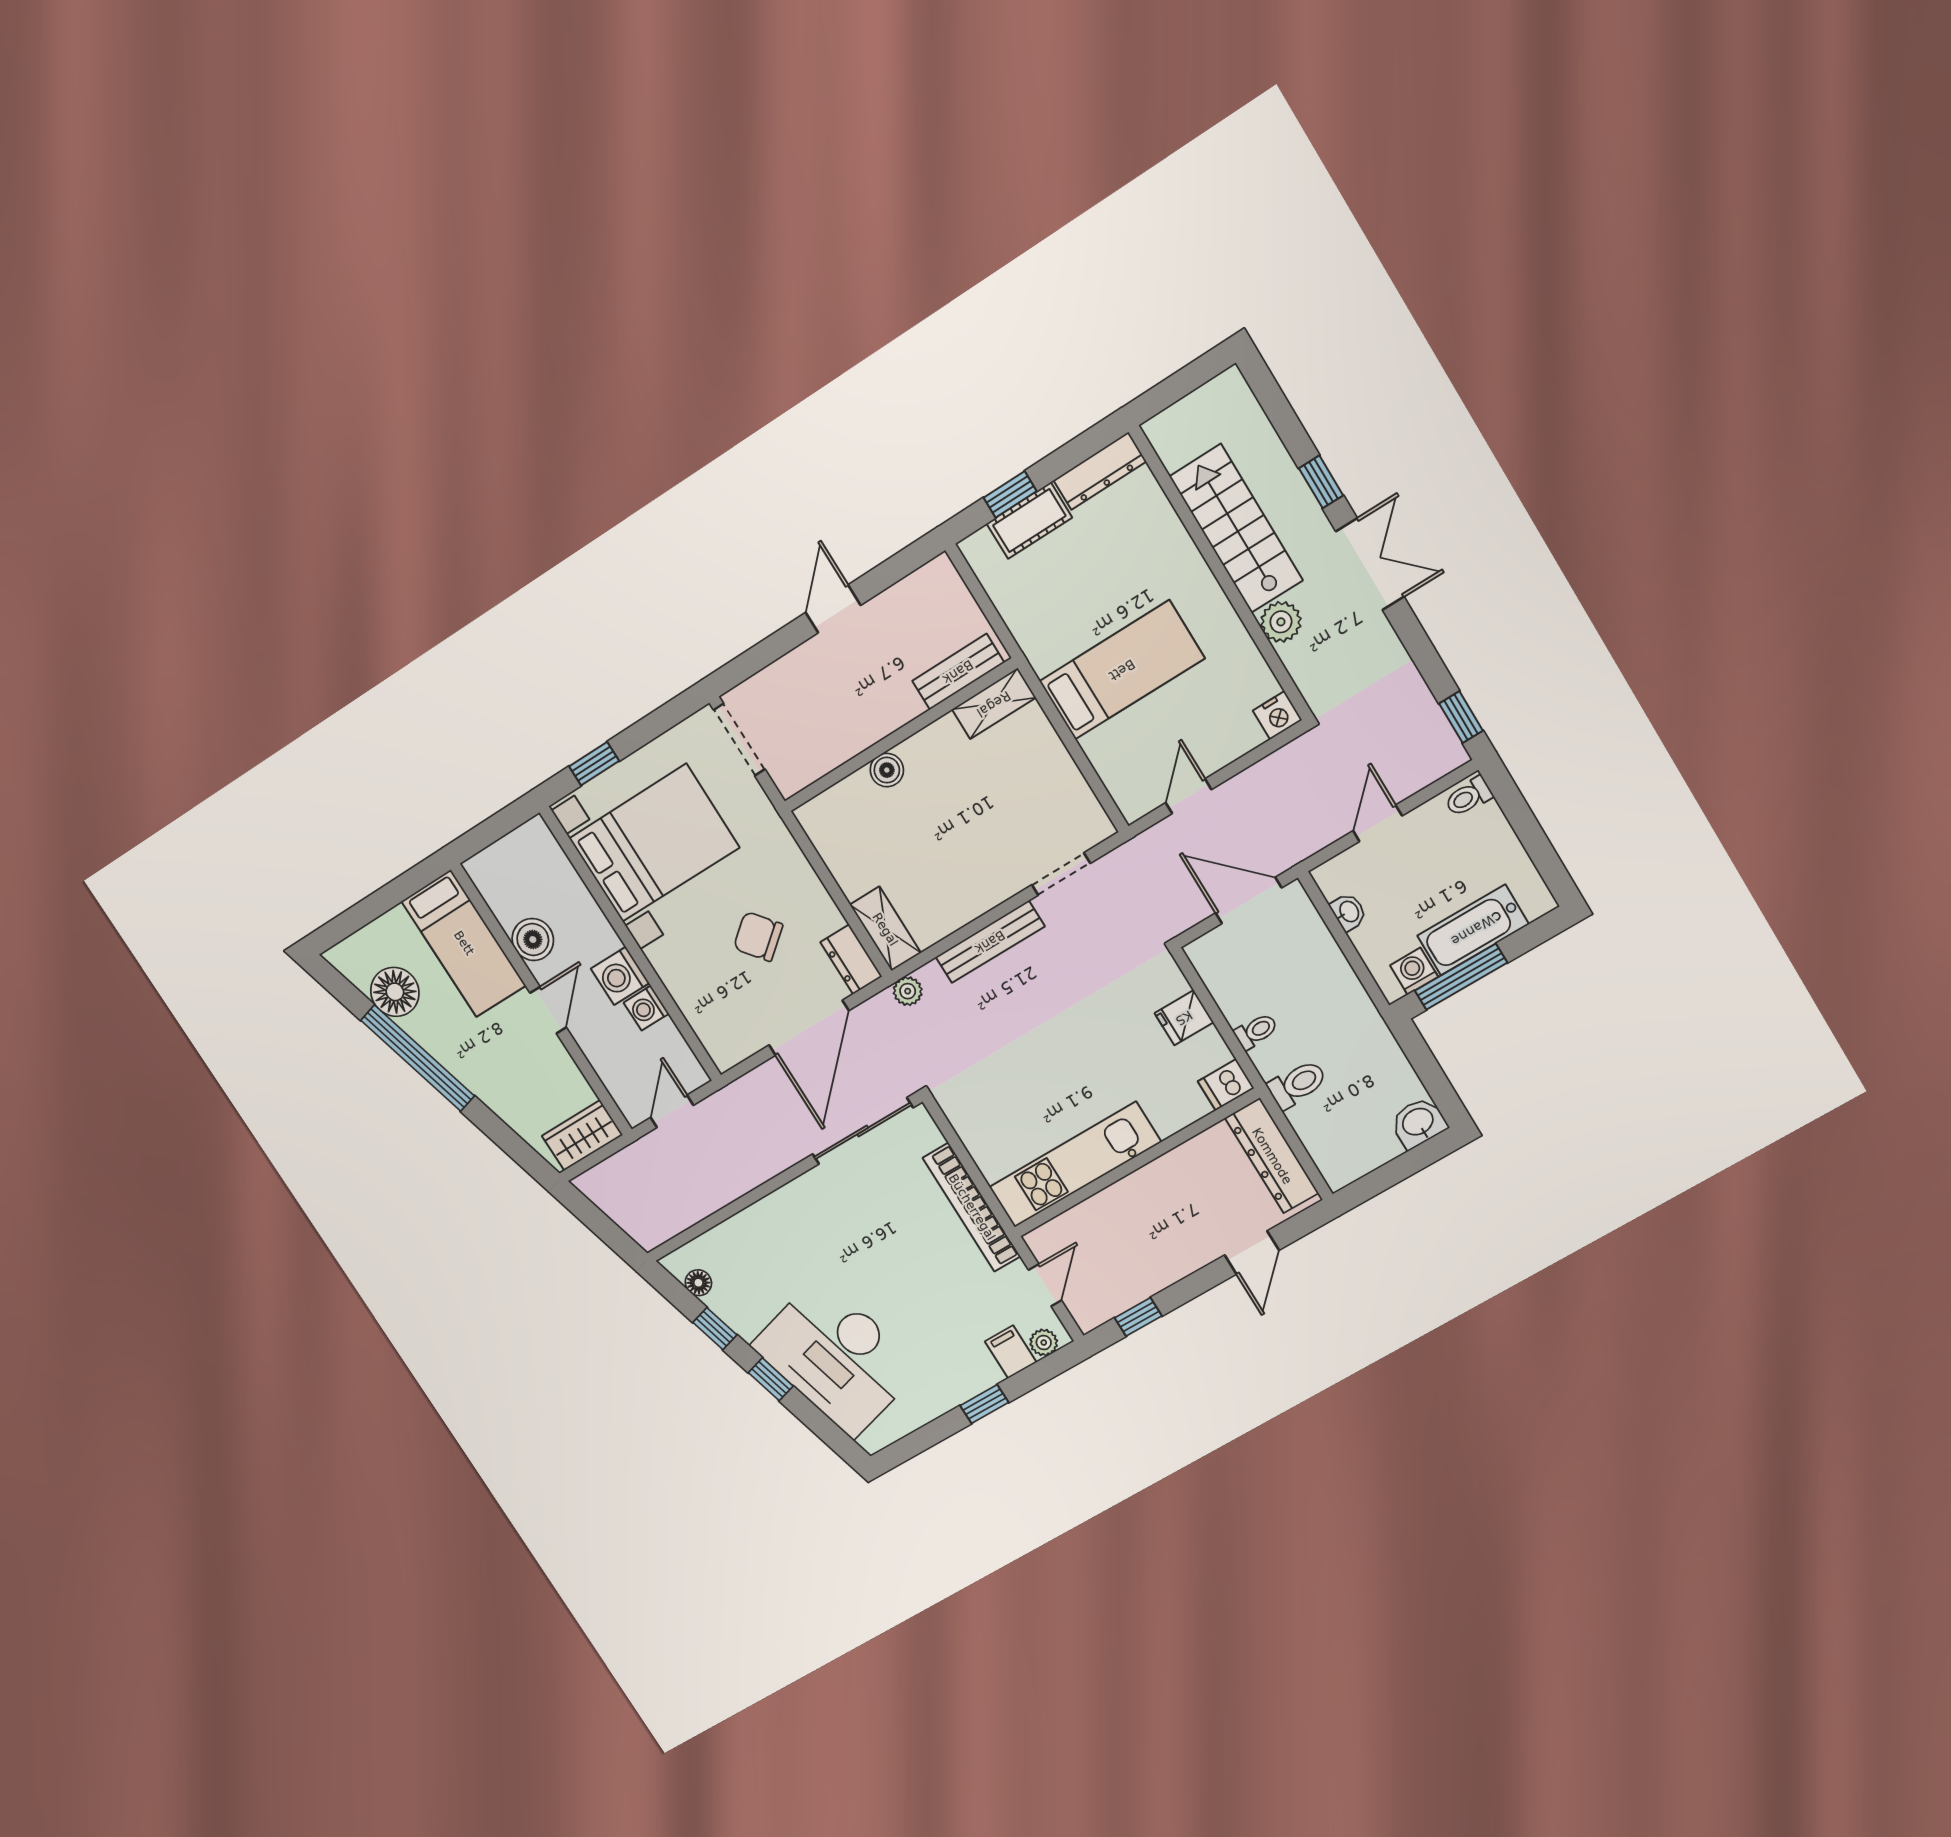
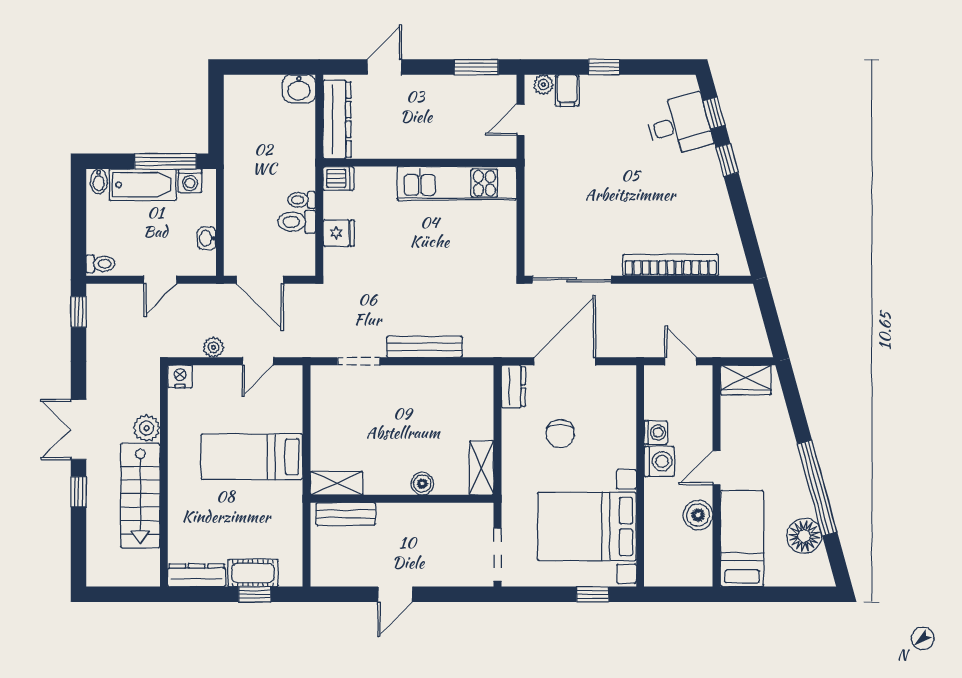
bidet: (1534, 900) -> (99, 181), added
shelving: (885, 929) -> (482, 468), moved
chair: (758, 936) -> (560, 434), turned 39
plant: (908, 991) -> (214, 347), moved
toilet: (1297, 1084) -> (297, 222), moved
door: (672, 1111) -> (681, 361), swing flipped
washbasin: (1418, 1123) -> (299, 89), moved
bookcase: (972, 1207) -> (671, 265), moved, turned -90
floor lamp: (698, 1283) -> (733, 247), removed
window: (1138, 1317) -> (476, 67), width x1.50
window: (715, 1329) -> (714, 113), moved
desk: (836, 1357) -> (679, 125), width x0.53, depth x0.77

